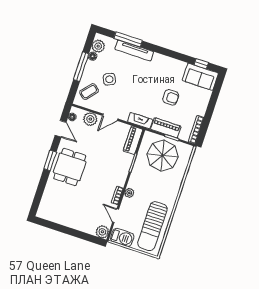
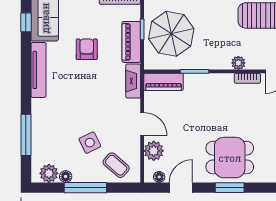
tv unit: (134, 51) -> (39, 70), moved

